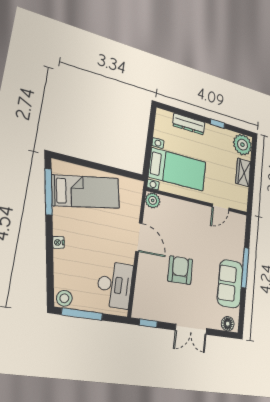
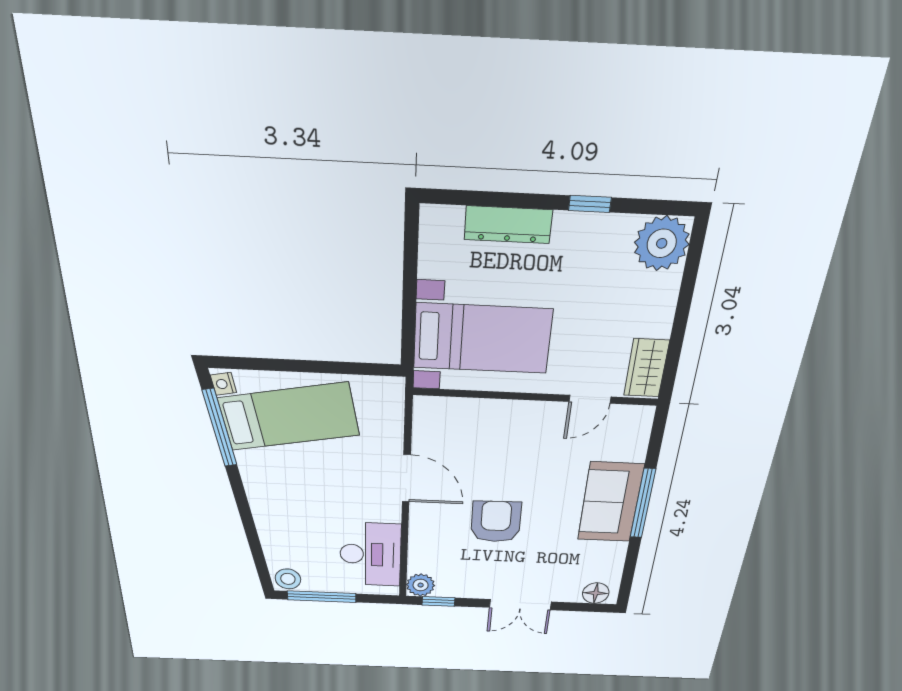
wardrobe: (243, 172) -> (646, 368), moved
plant: (153, 200) -> (421, 585), moved
nightstand: (58, 242) -> (223, 384), moved
sofa: (230, 284) -> (610, 502), moved

